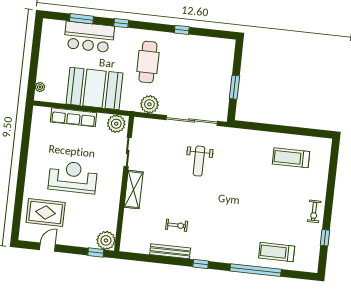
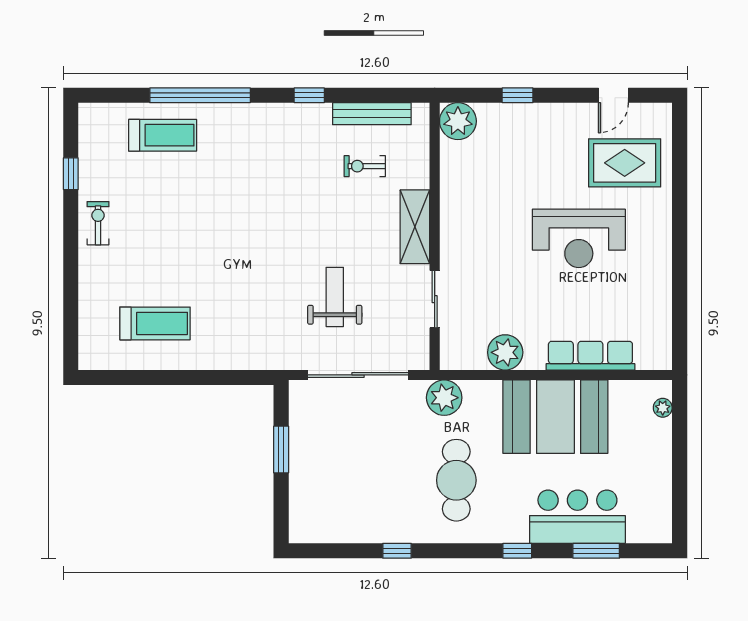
sliding door: (128, 152) -> (435, 299), moved
wall: (124, 184) -> (435, 236), moved
shelving: (134, 190) -> (415, 227), moved
plant: (106, 240) -> (458, 121), moved

